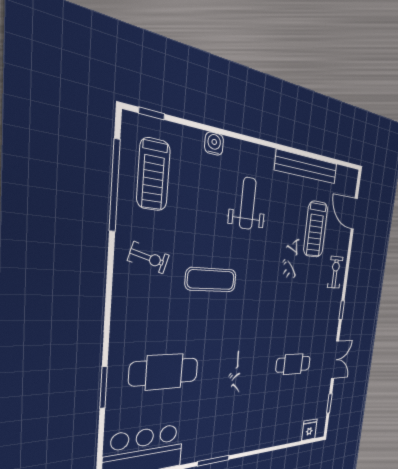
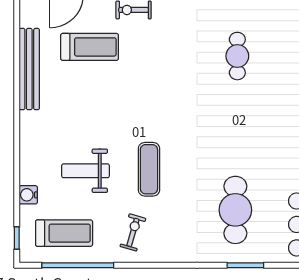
water cooler: (214, 144) -> (28, 195), moved
weight bench: (248, 203) -> (86, 171), moved

